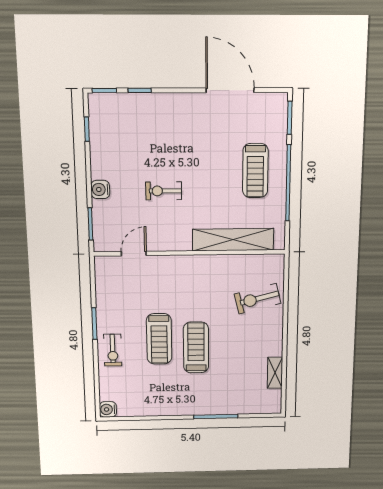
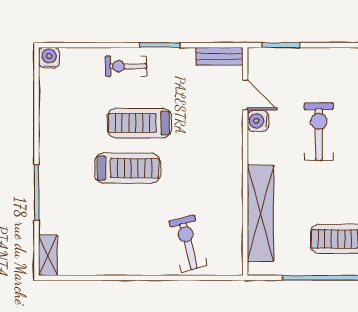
water cooler: (100, 189) -> (258, 121), moved, turned -90
exercise bike: (164, 191) -> (319, 132), width x1.38, depth x1.39
bench: (102, 275) -> (219, 56), added
shelving: (275, 373) -> (48, 255), moved, turned 90

